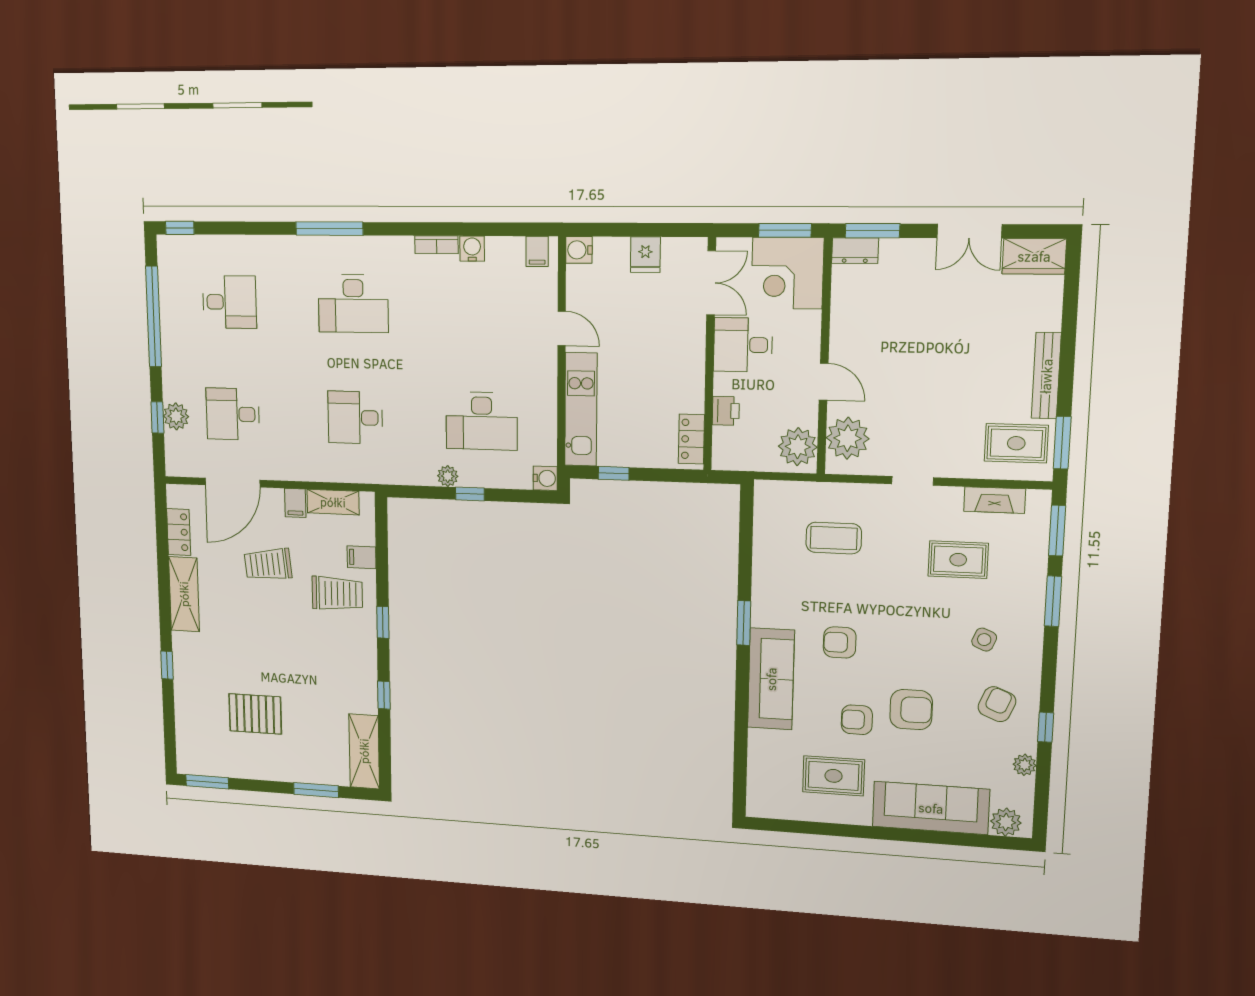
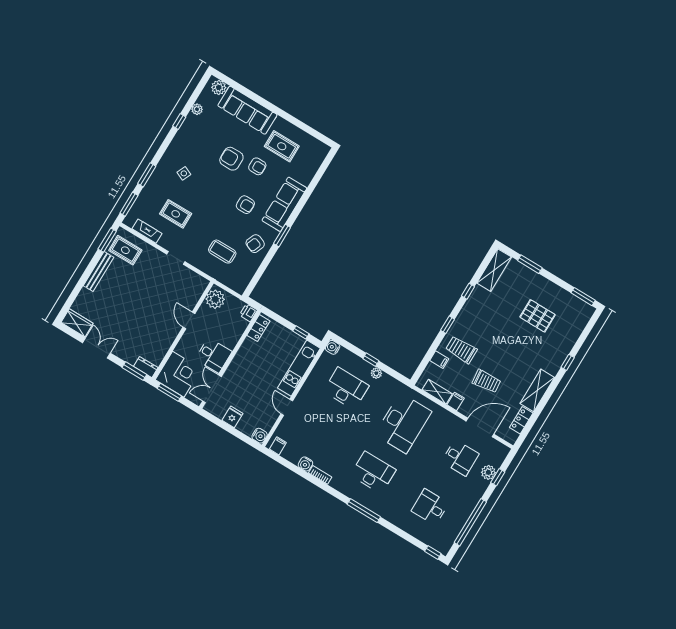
printer: (726, 411) -> (248, 313), moved
desk: (355, 418) -> (403, 423), width x1.87, depth x1.30
plant: (848, 438) -> (192, 291), removed
armchair: (997, 704) -> (255, 244), moved

